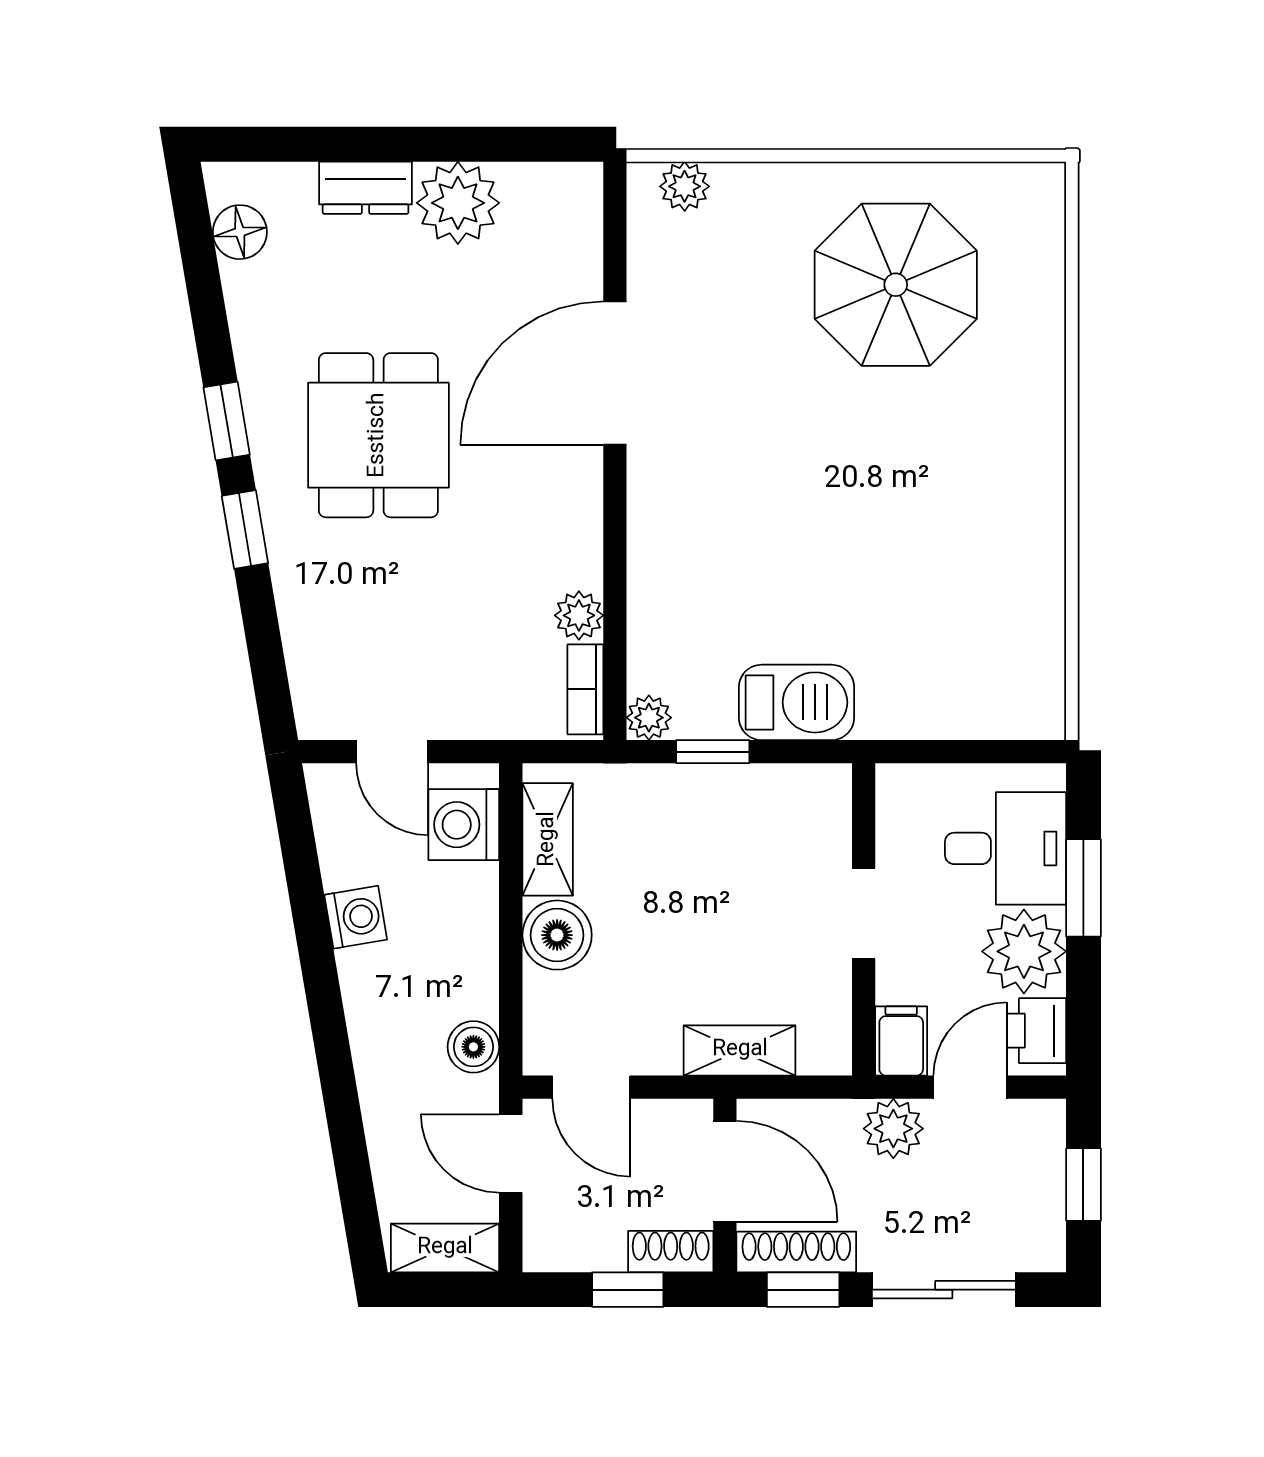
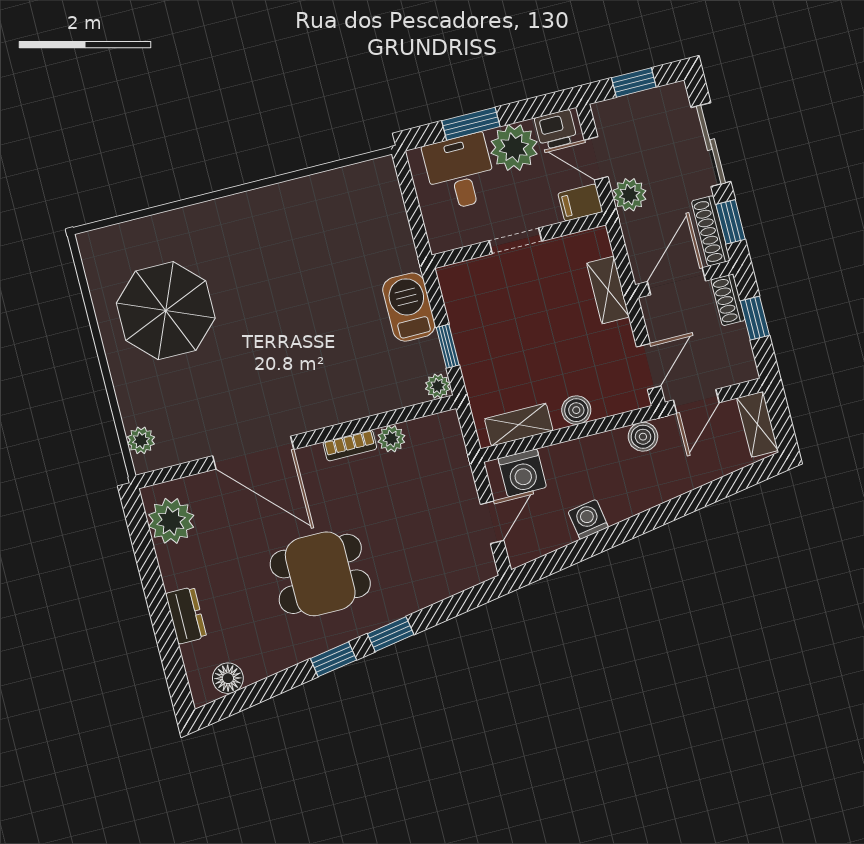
plant: (458, 203) -> (171, 521), moved
bookcase: (585, 689) -> (350, 445), moved
boiler: (557, 935) -> (576, 410), width x0.73, depth x0.73

